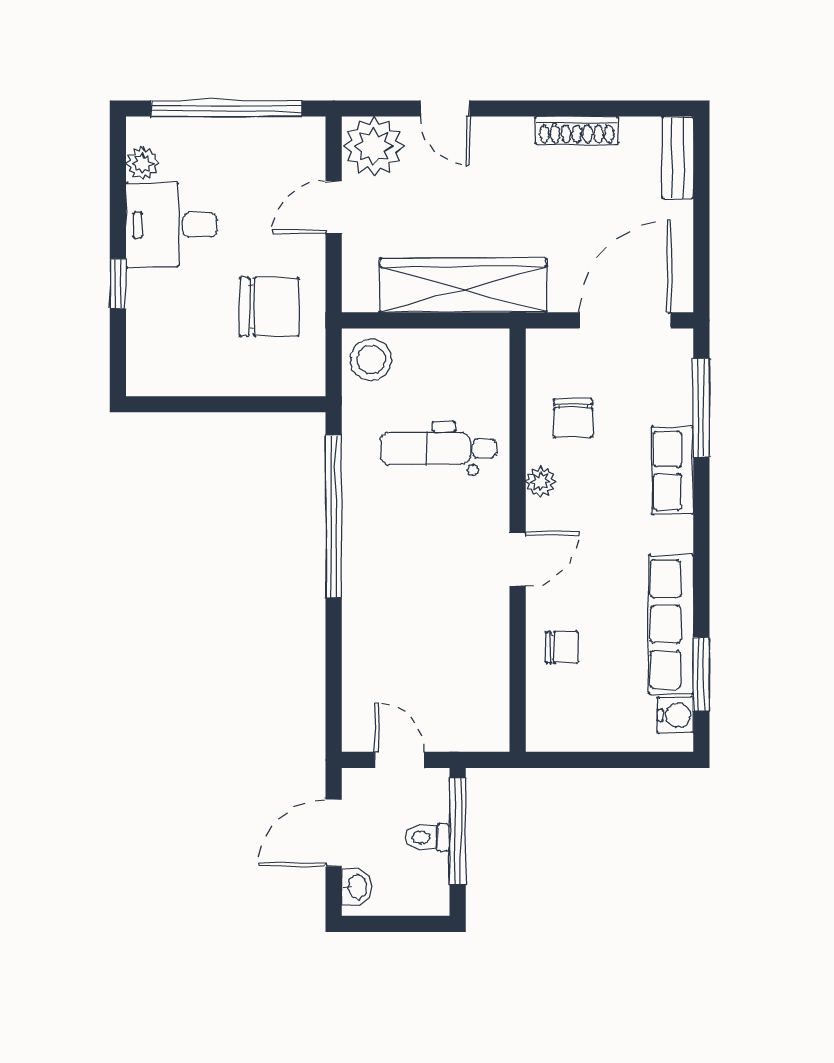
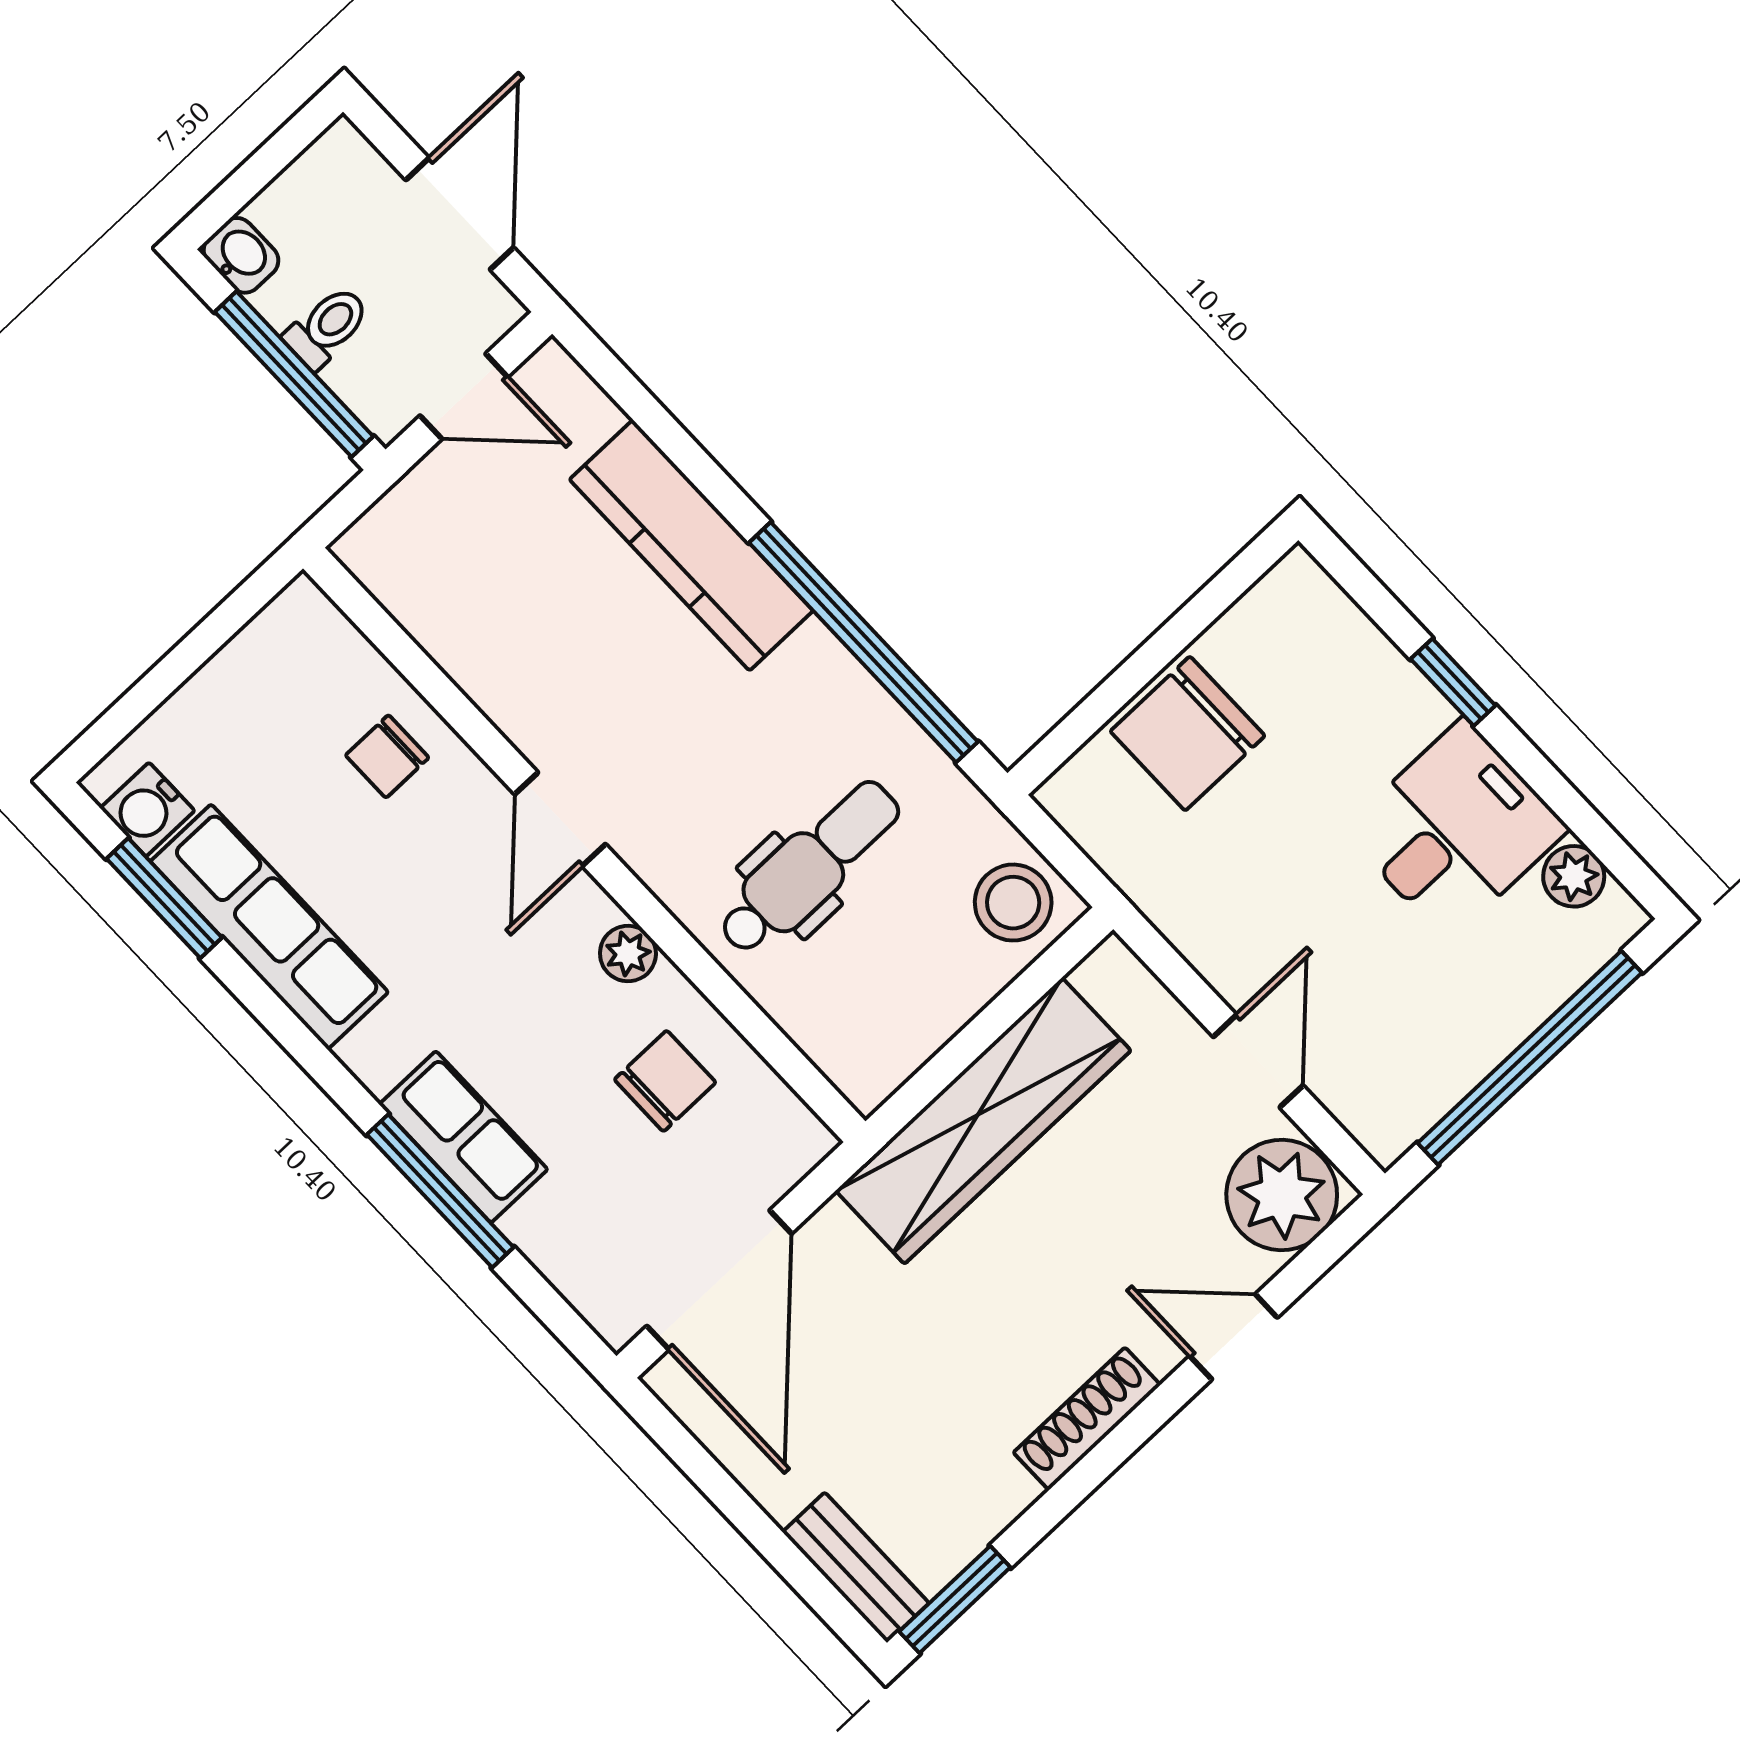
window: (651, 109) -> (955, 1599), added
shoe rack: (577, 131) -> (1087, 1419), moved
chair: (269, 307) -> (1188, 734), moved
window: (701, 408) -> (440, 1191), moved
chair: (573, 418) -> (665, 1081), turned 90
kitchen counter: (365, 618) -> (691, 545), added
washbasin: (357, 887) -> (241, 255), moved, turned 180

